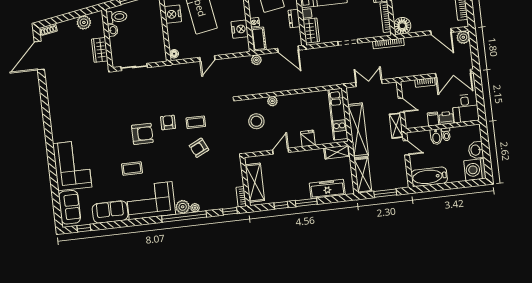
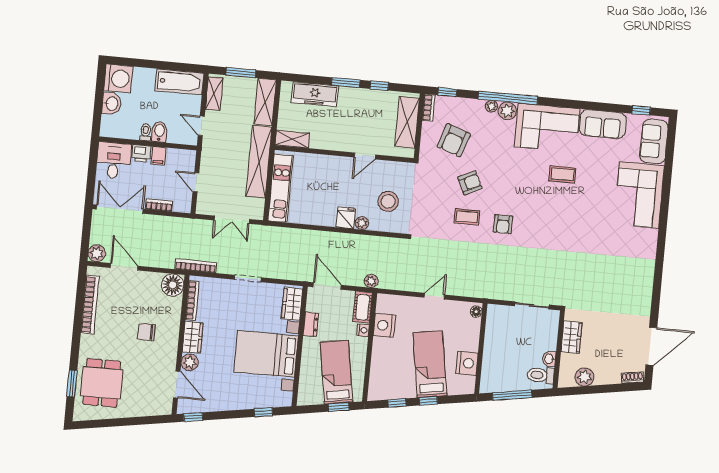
shelving: (396, 126) -> (214, 94), moved
armchair: (142, 134) -> (454, 140), moved, turned -71
fridge: (308, 138) -> (346, 218), moved, turned 180

